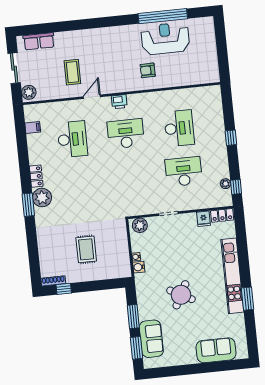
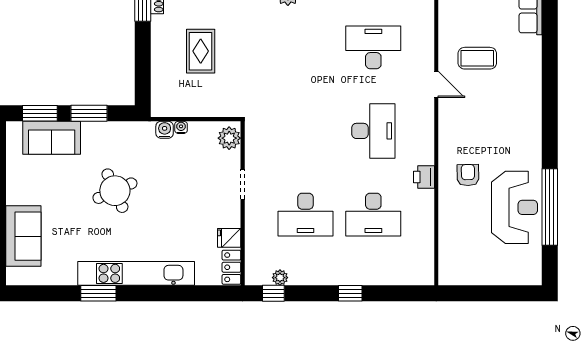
printer: (119, 102) -> (424, 177), moved
desk: (72, 139) -> (373, 47), turned 180
desk: (184, 172) -> (305, 215), turned 90
rug: (86, 249) -> (201, 51), turned 90
round table: (181, 295) -> (115, 191), turned 38

